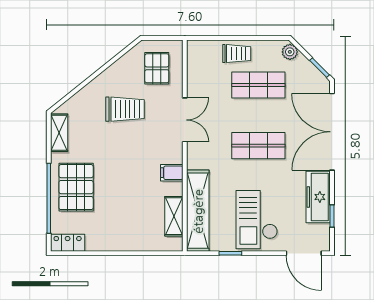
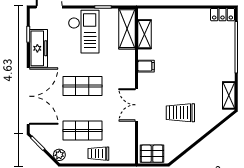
pallet: (157, 68) -> (152, 154), moved, turned 90
pallet: (76, 187) -> (216, 56), removed
shelving: (198, 211) -> (127, 29), width x0.68

